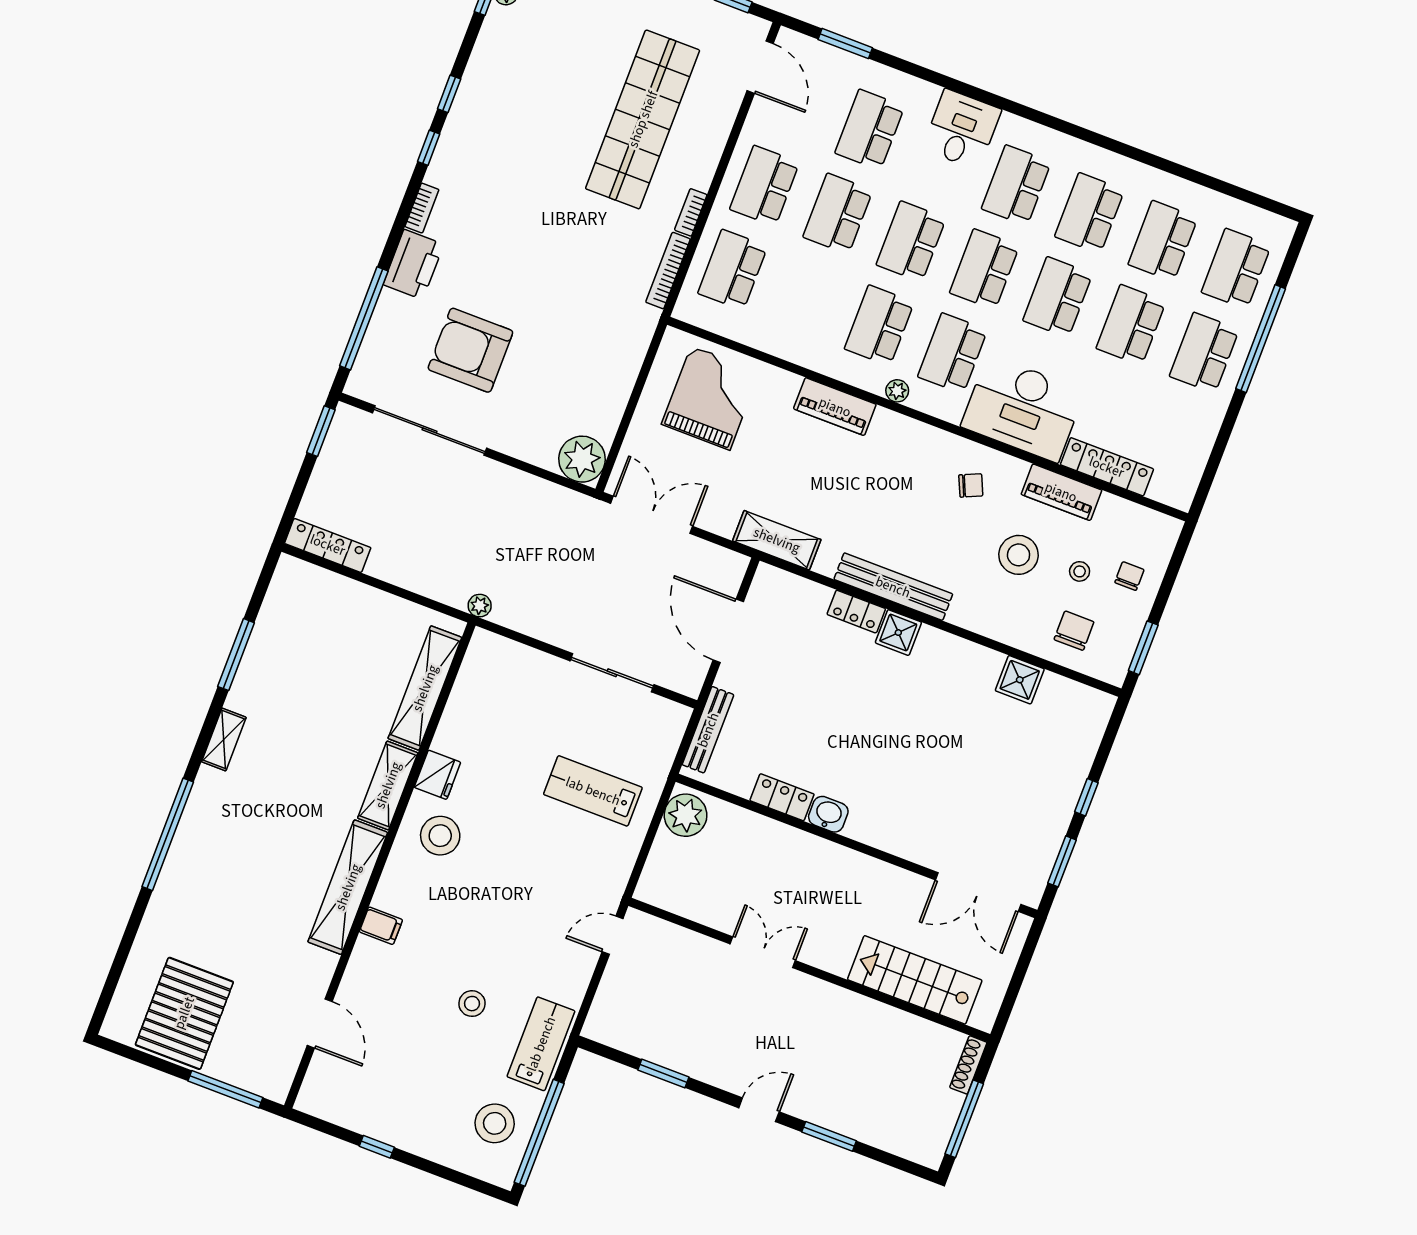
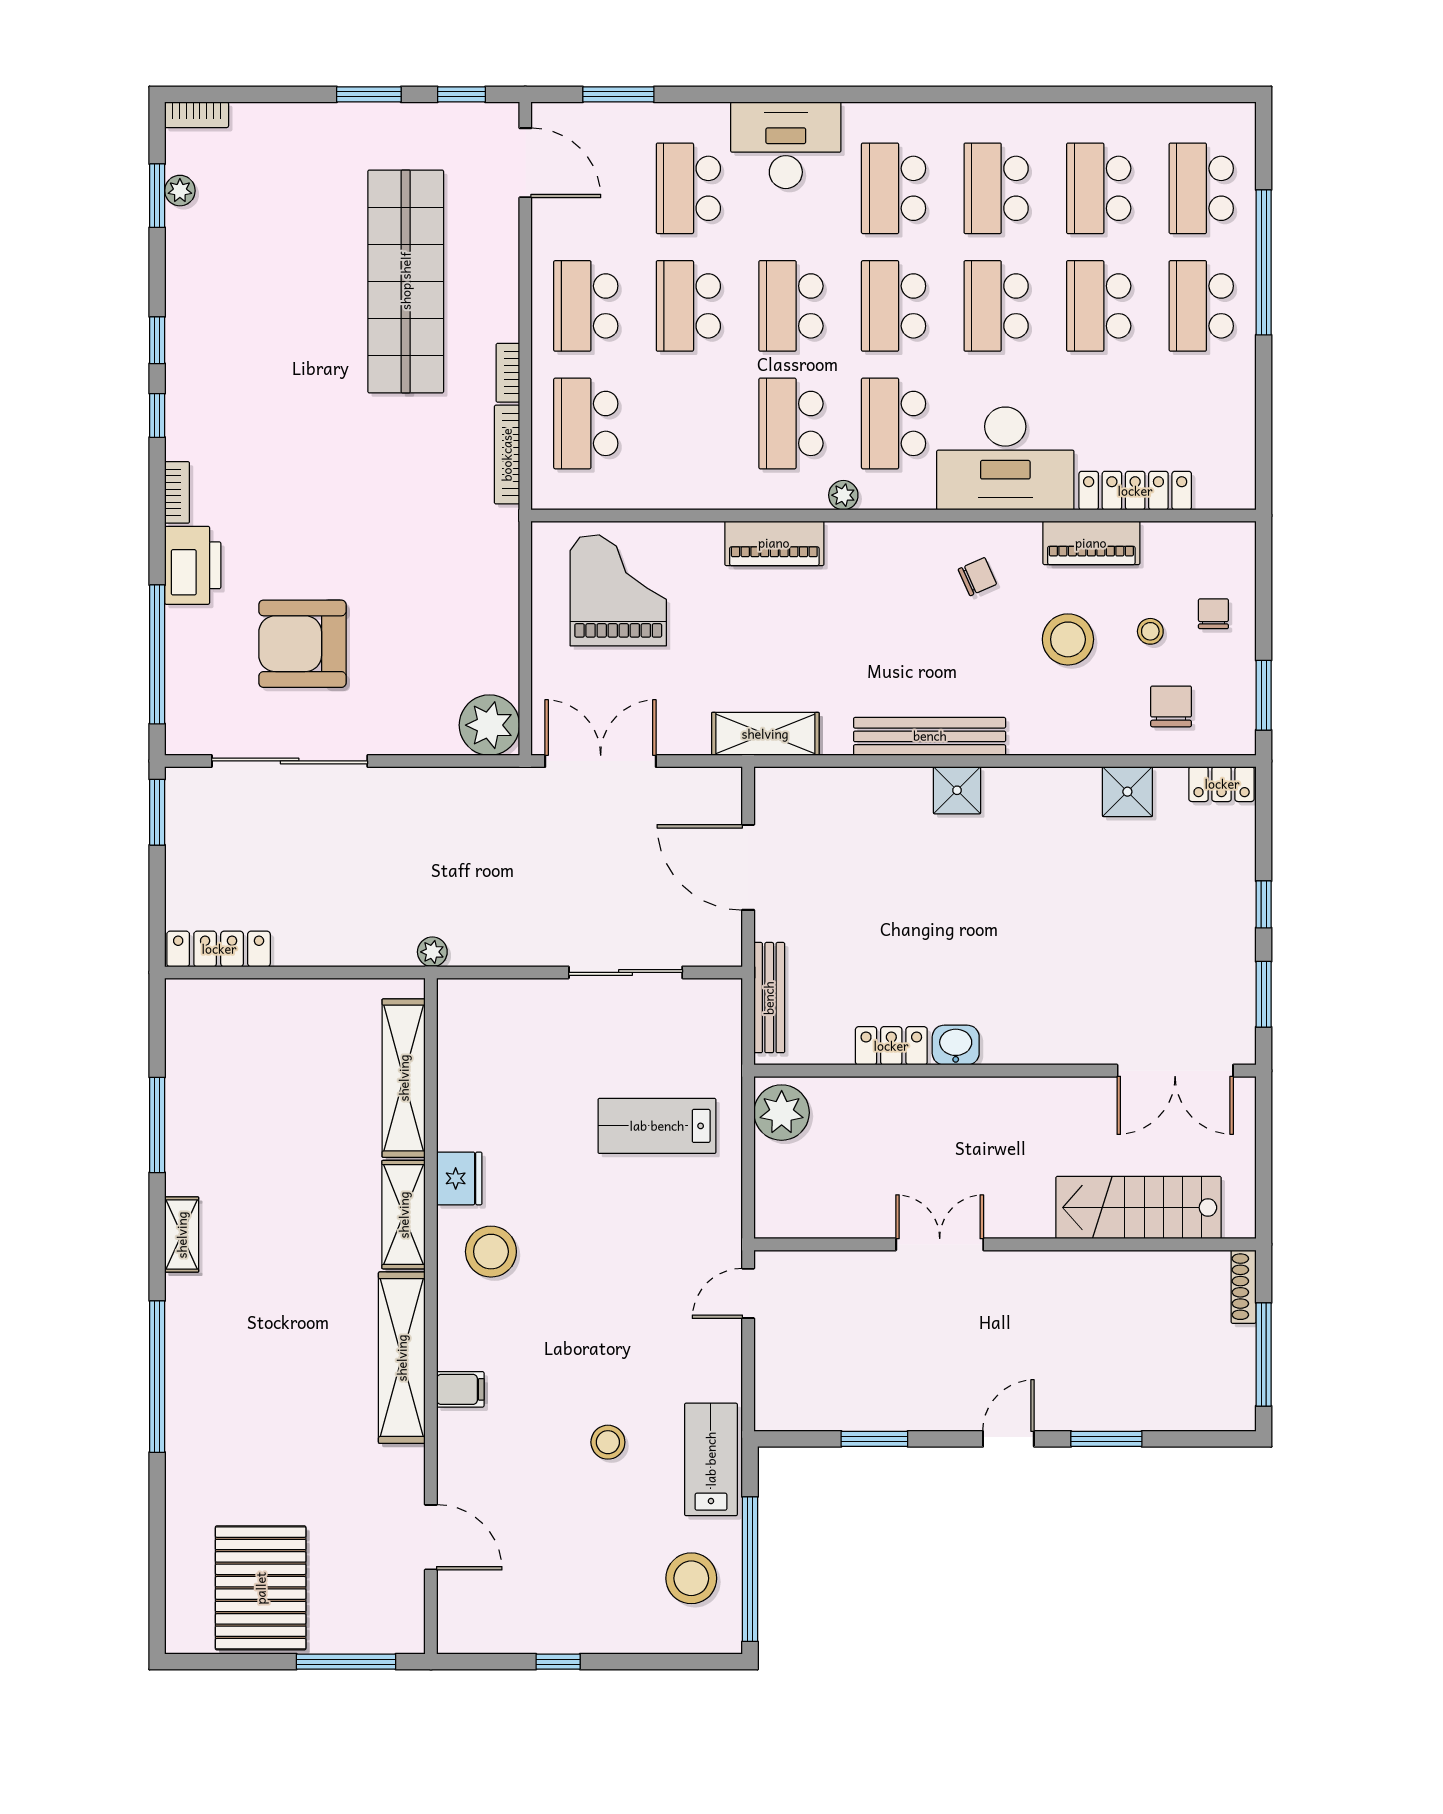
desk: (962, 129) -> (786, 145), width x1.37
locker: (856, 612) -> (1222, 784), moved

